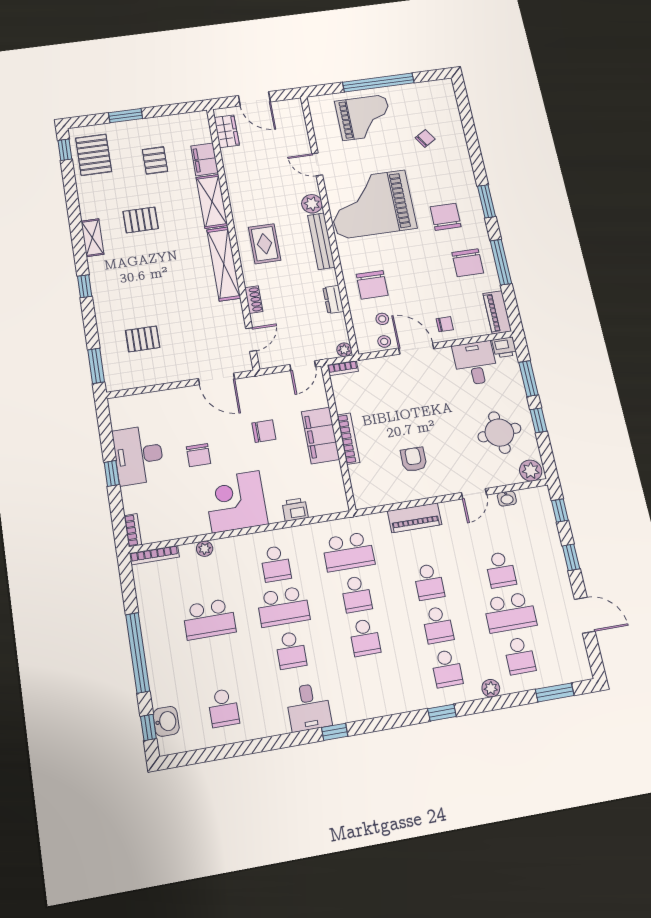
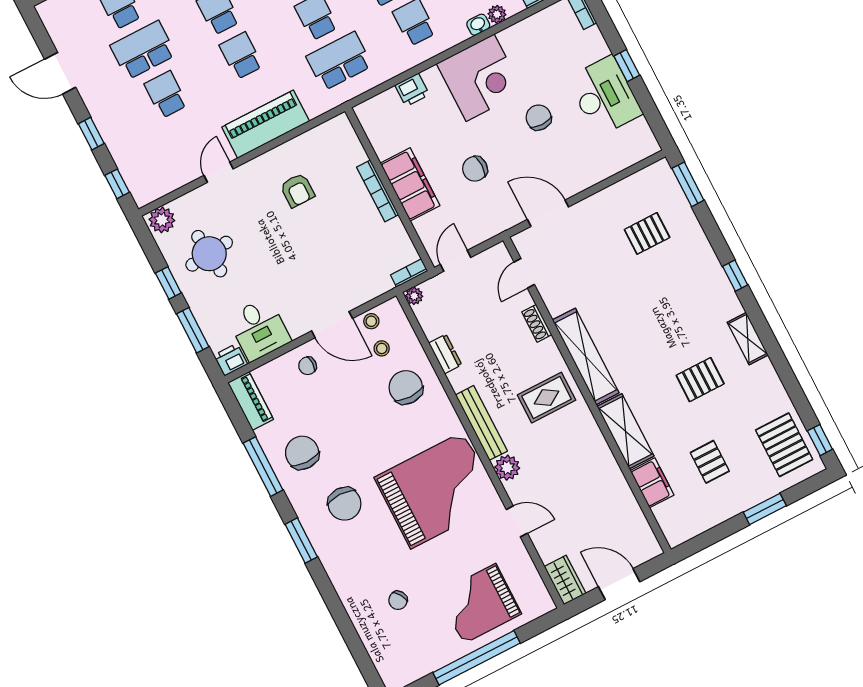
wardrobe: (227, 131) -> (565, 580), moved, turned 180
rug: (265, 244) -> (547, 398), turned 90
washbasin: (507, 499) -> (478, 25), moved
piano: (415, 518) -> (266, 124), width x1.37, depth x1.33

